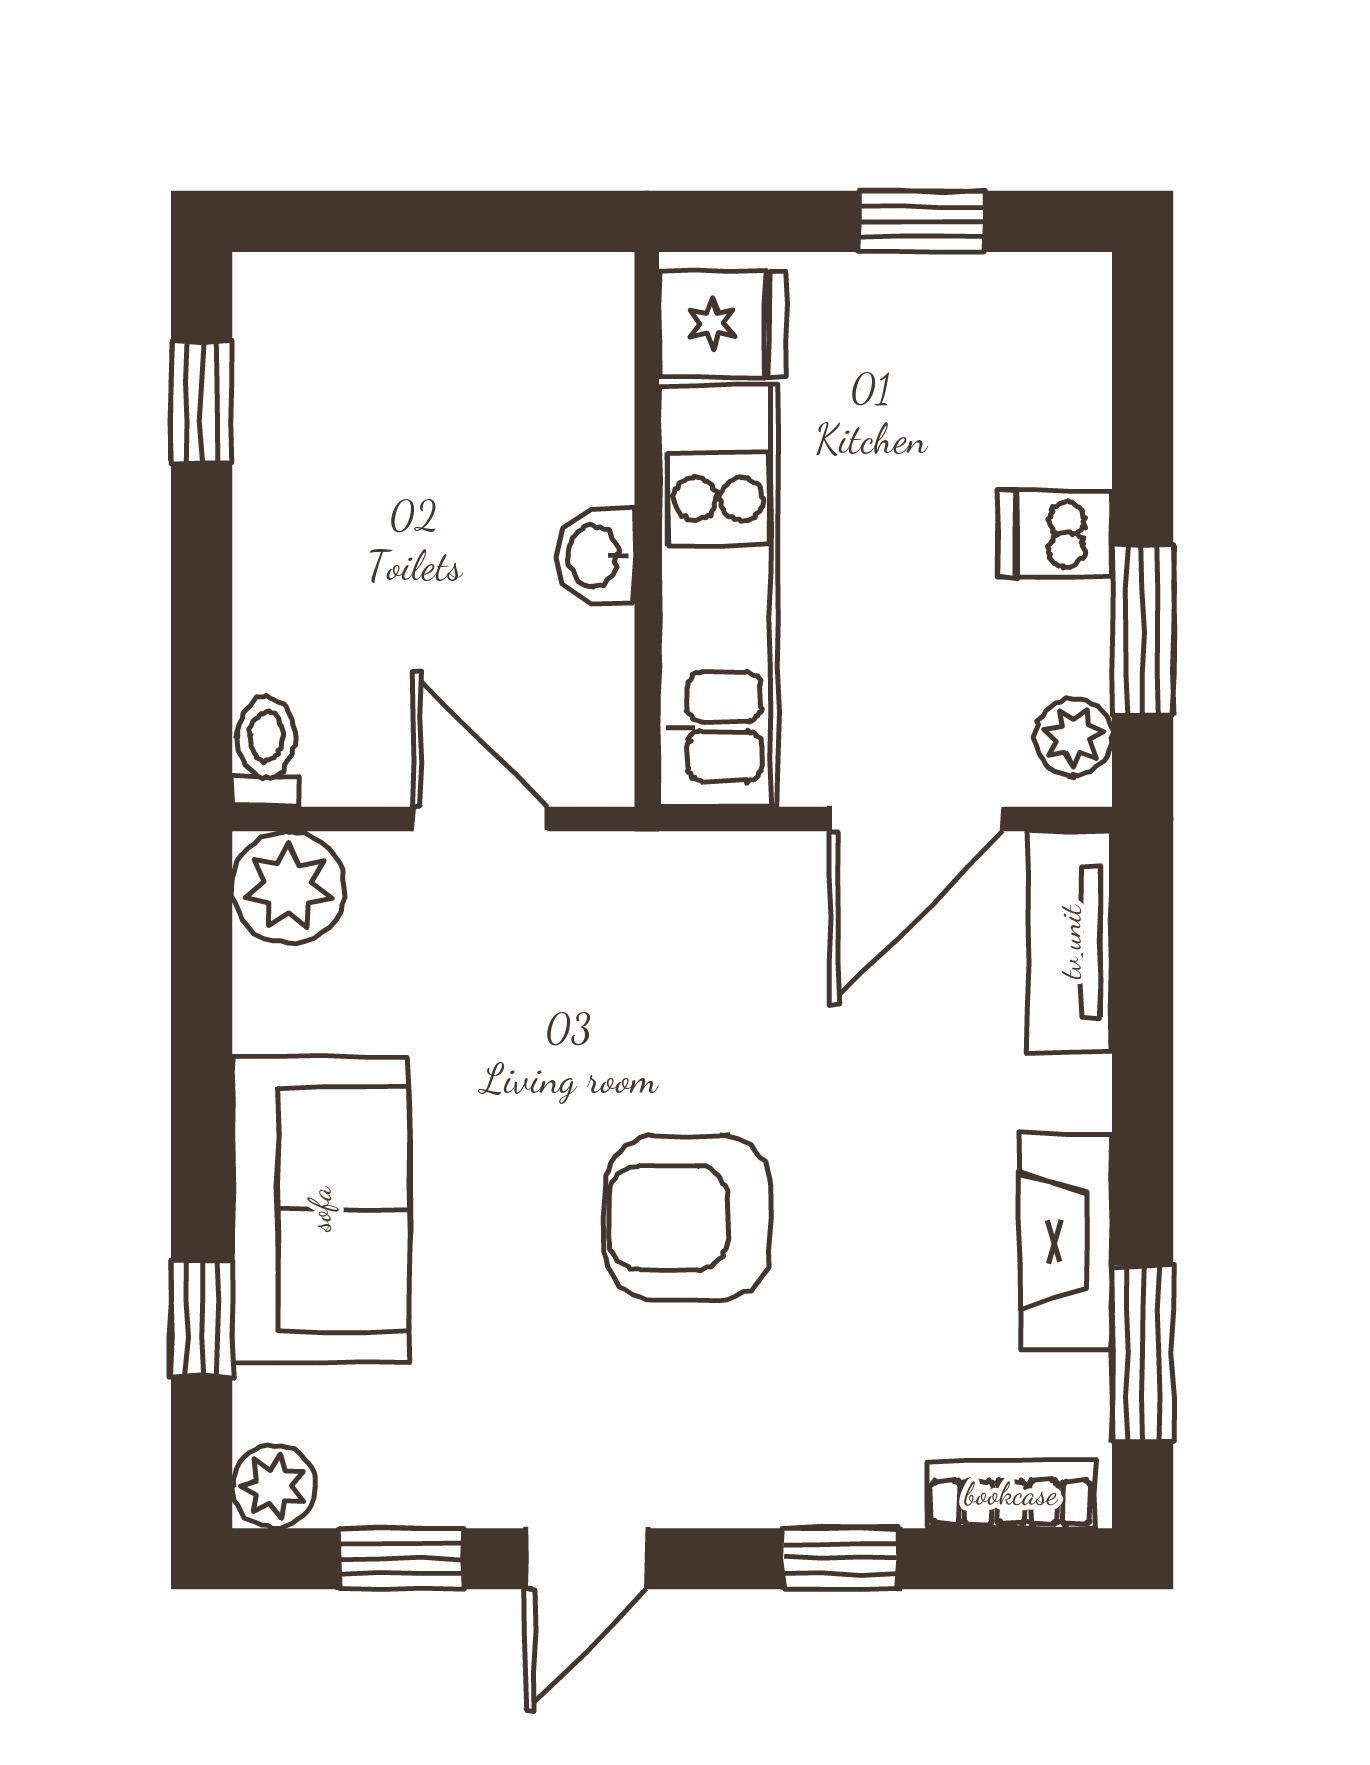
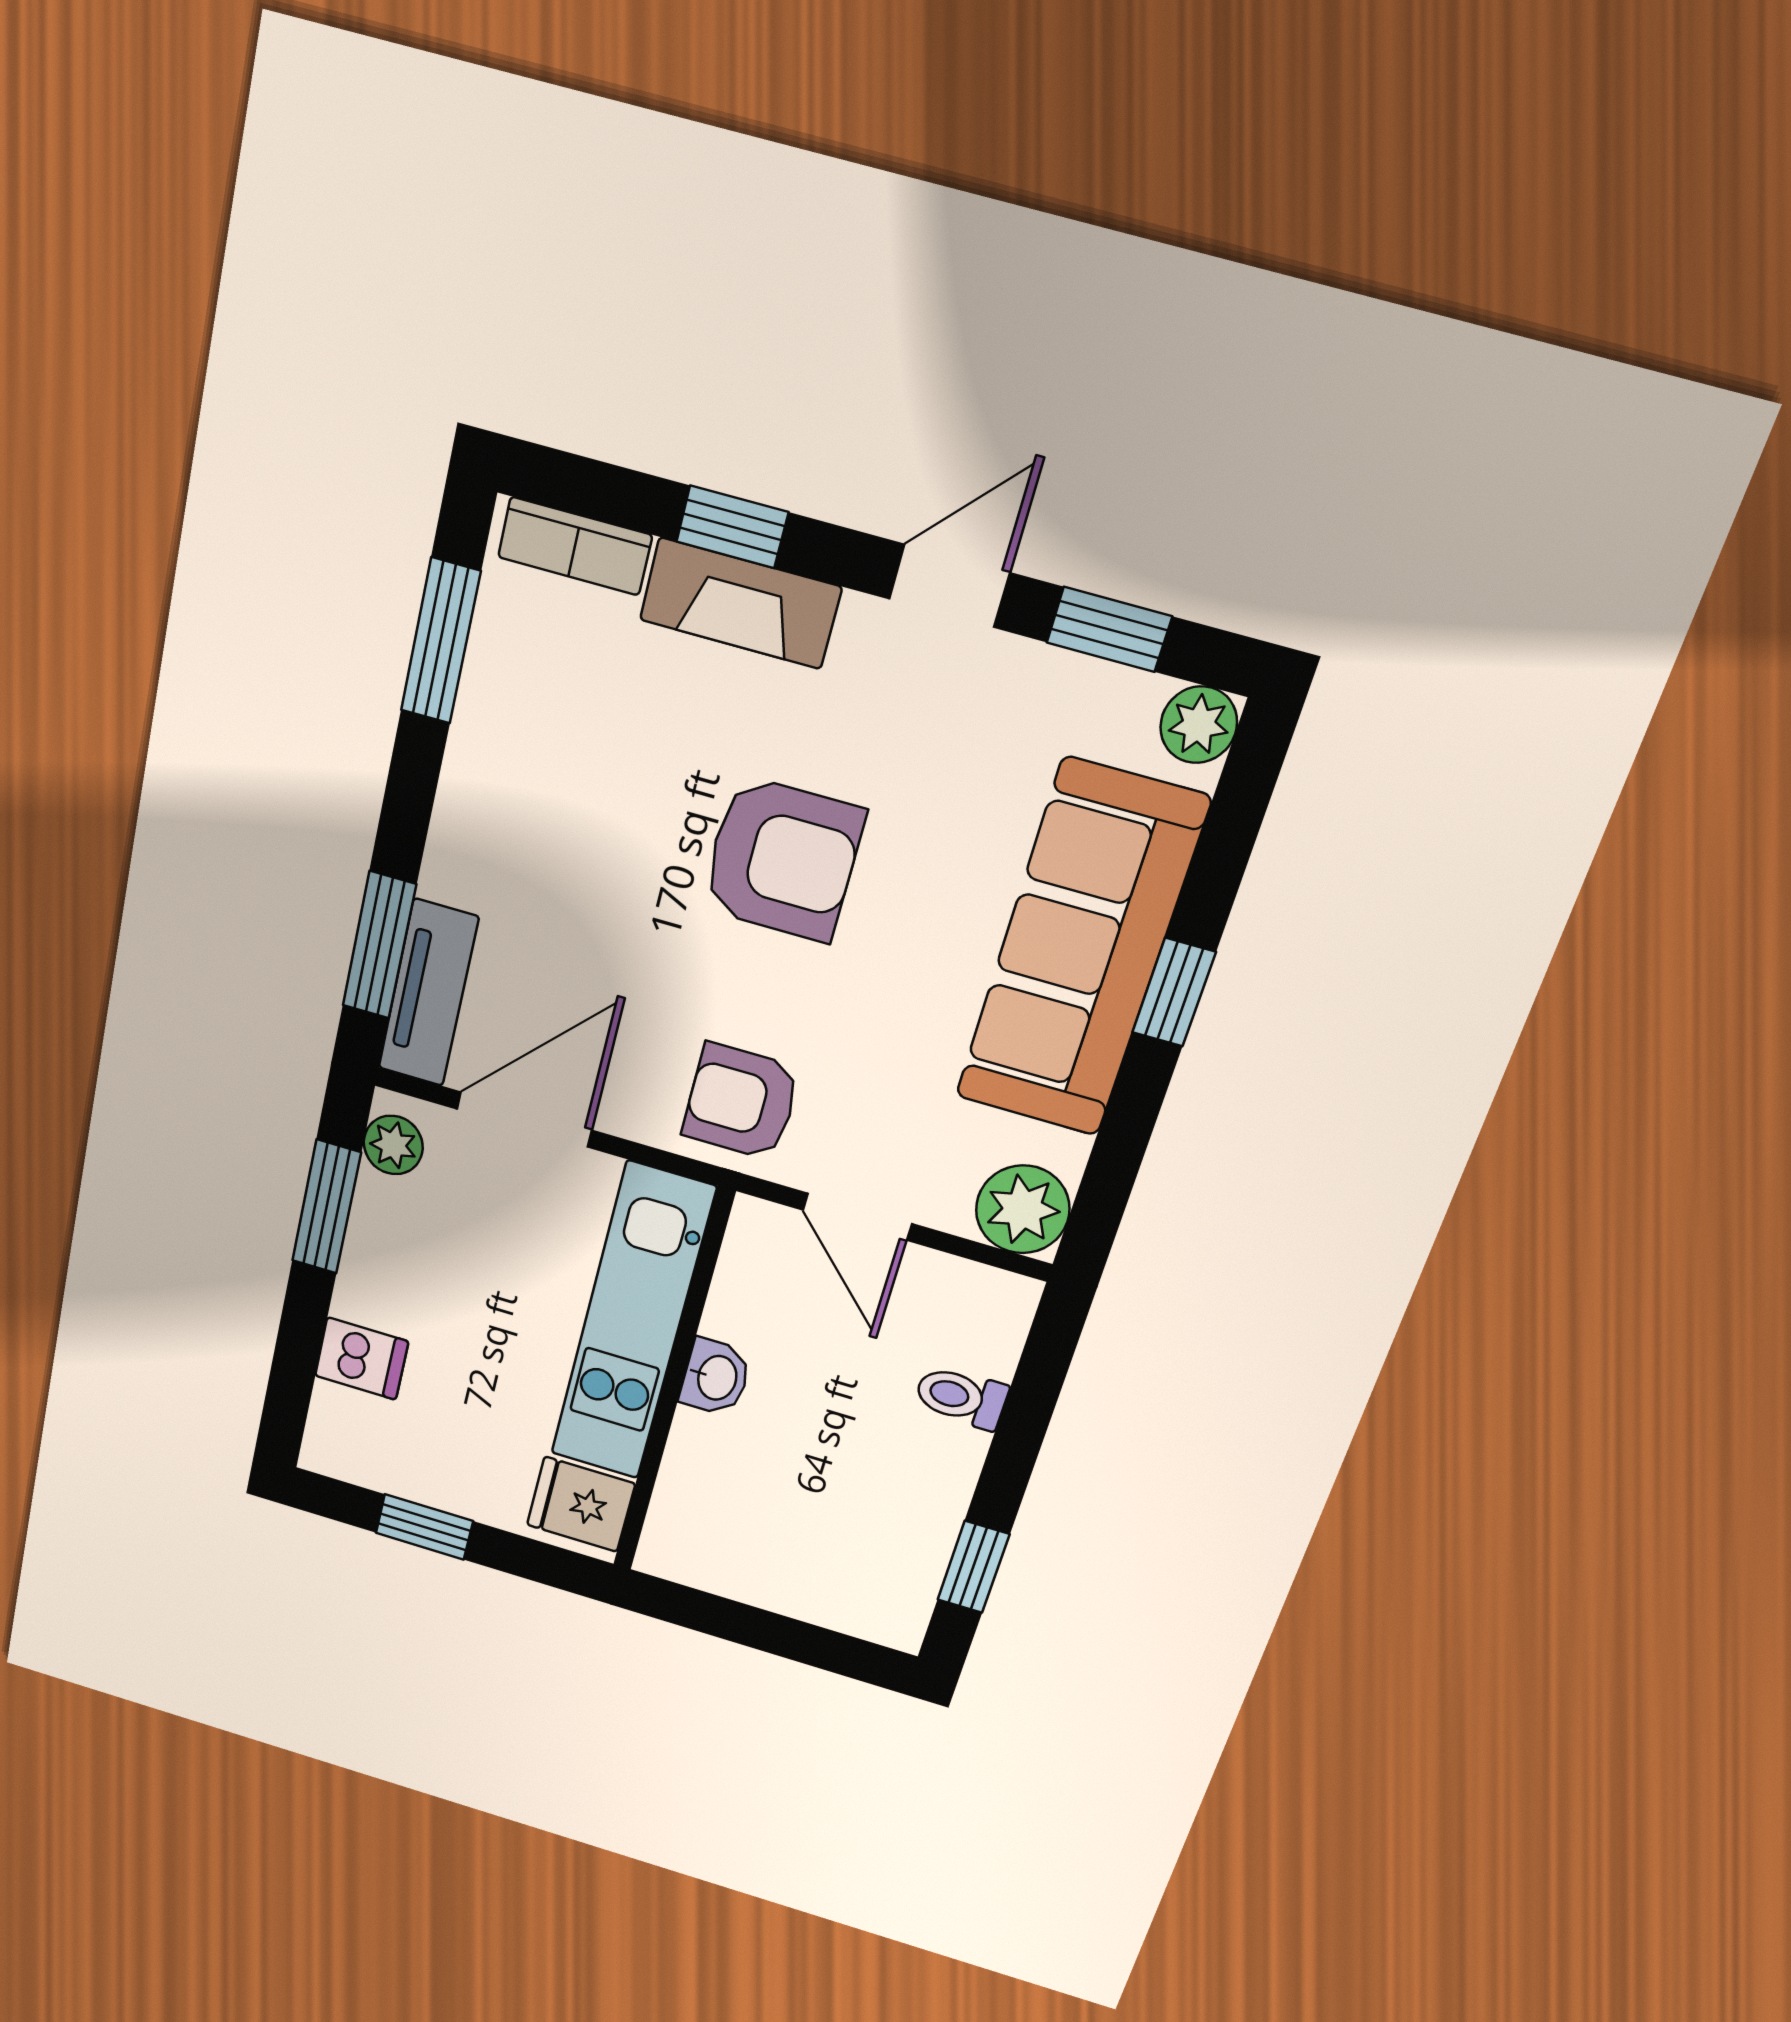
dishwasher: (1055, 534) -> (362, 1359), moved
toilet: (266, 752) -> (961, 1397), moved, turned 90
armchair: (658, 920) -> (741, 1102), added
window: (1143, 983) -> (379, 945), added
sofa: (320, 1209) -> (1081, 951), width x1.36
fireplace: (1066, 1241) -> (740, 603), moved, turned 90
window: (202, 1319) -> (1174, 992), moved

